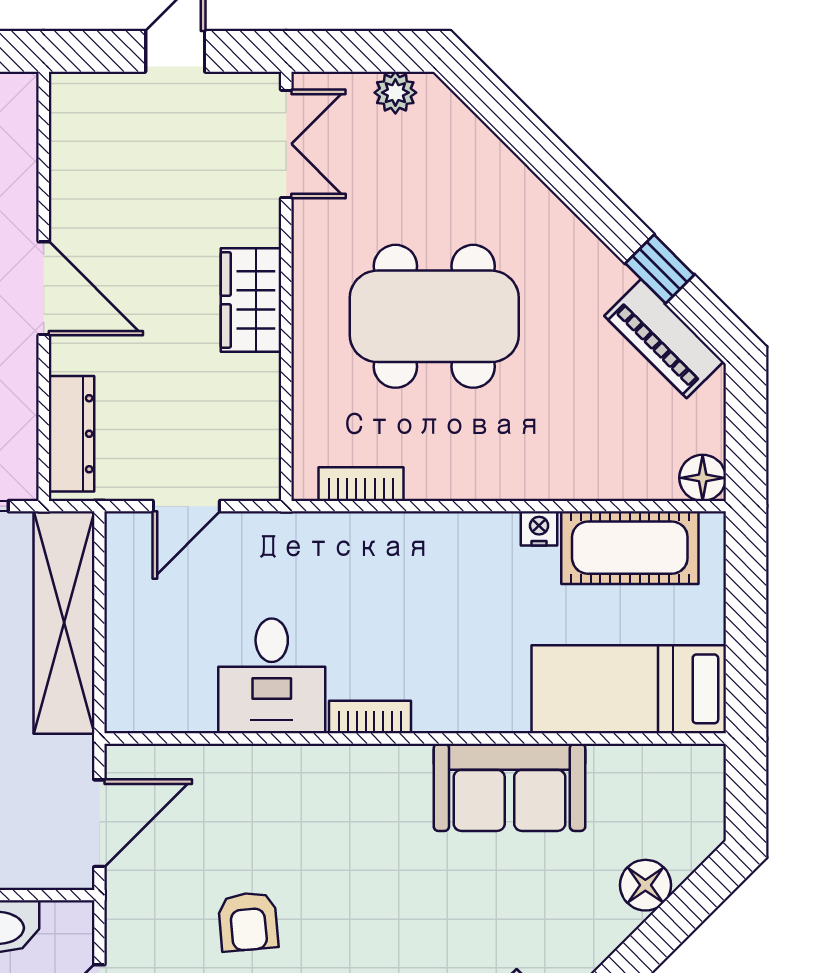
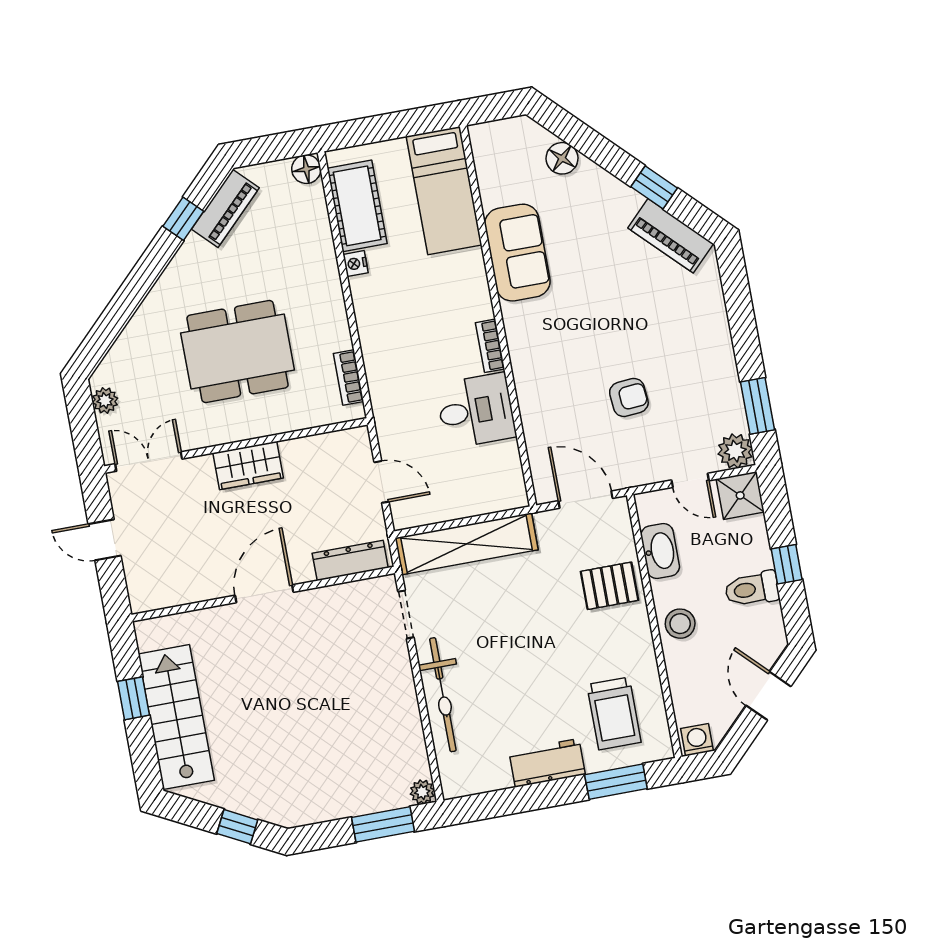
dining table: (434, 316) -> (238, 352), turned 90

